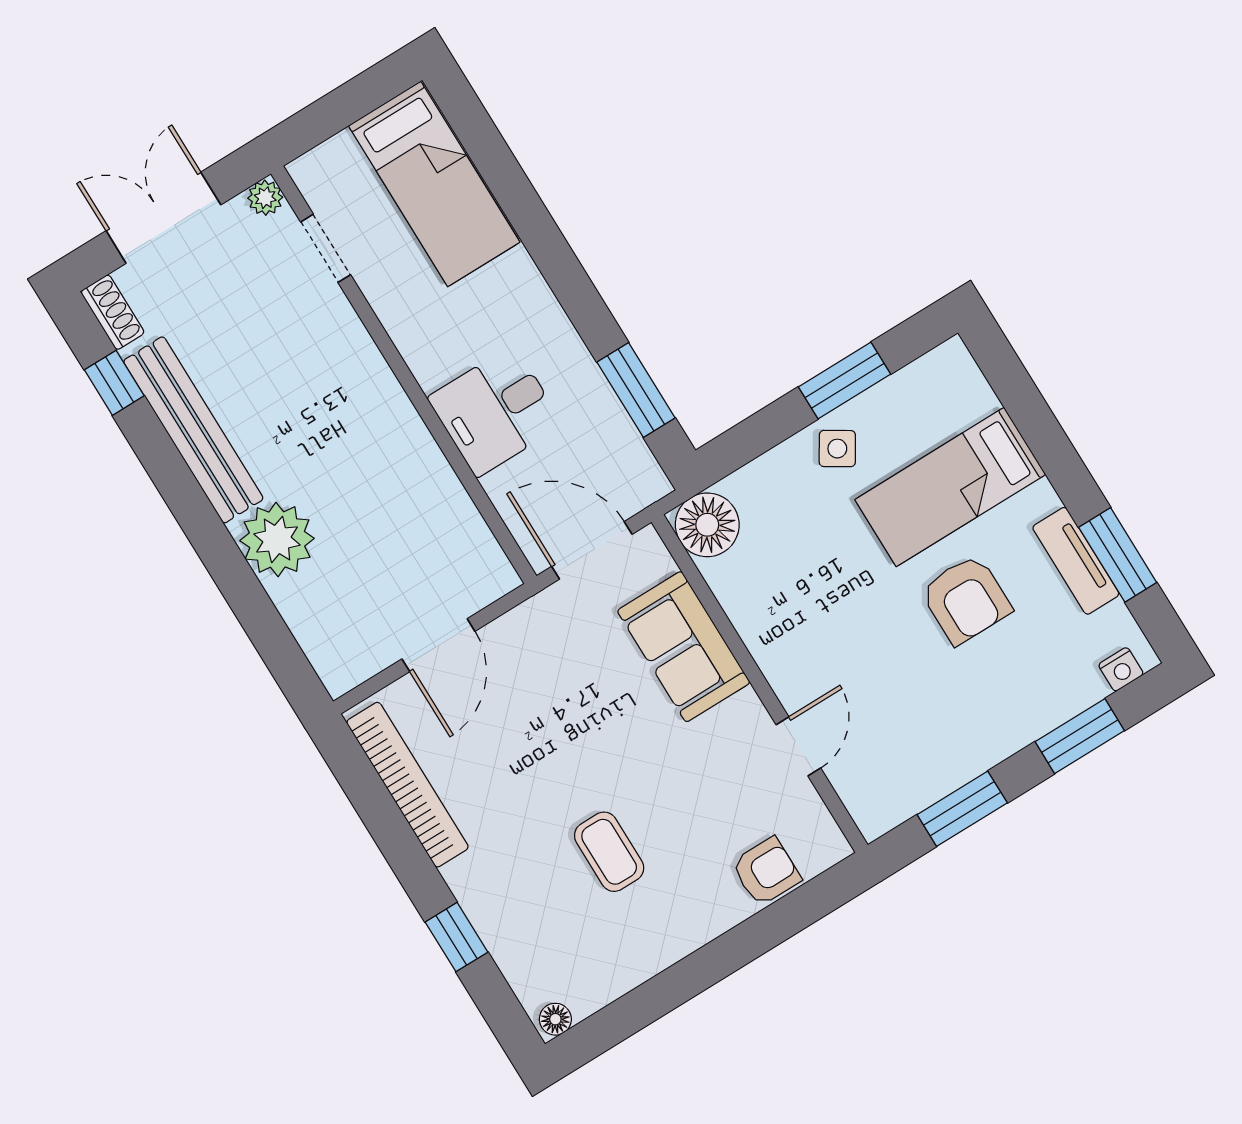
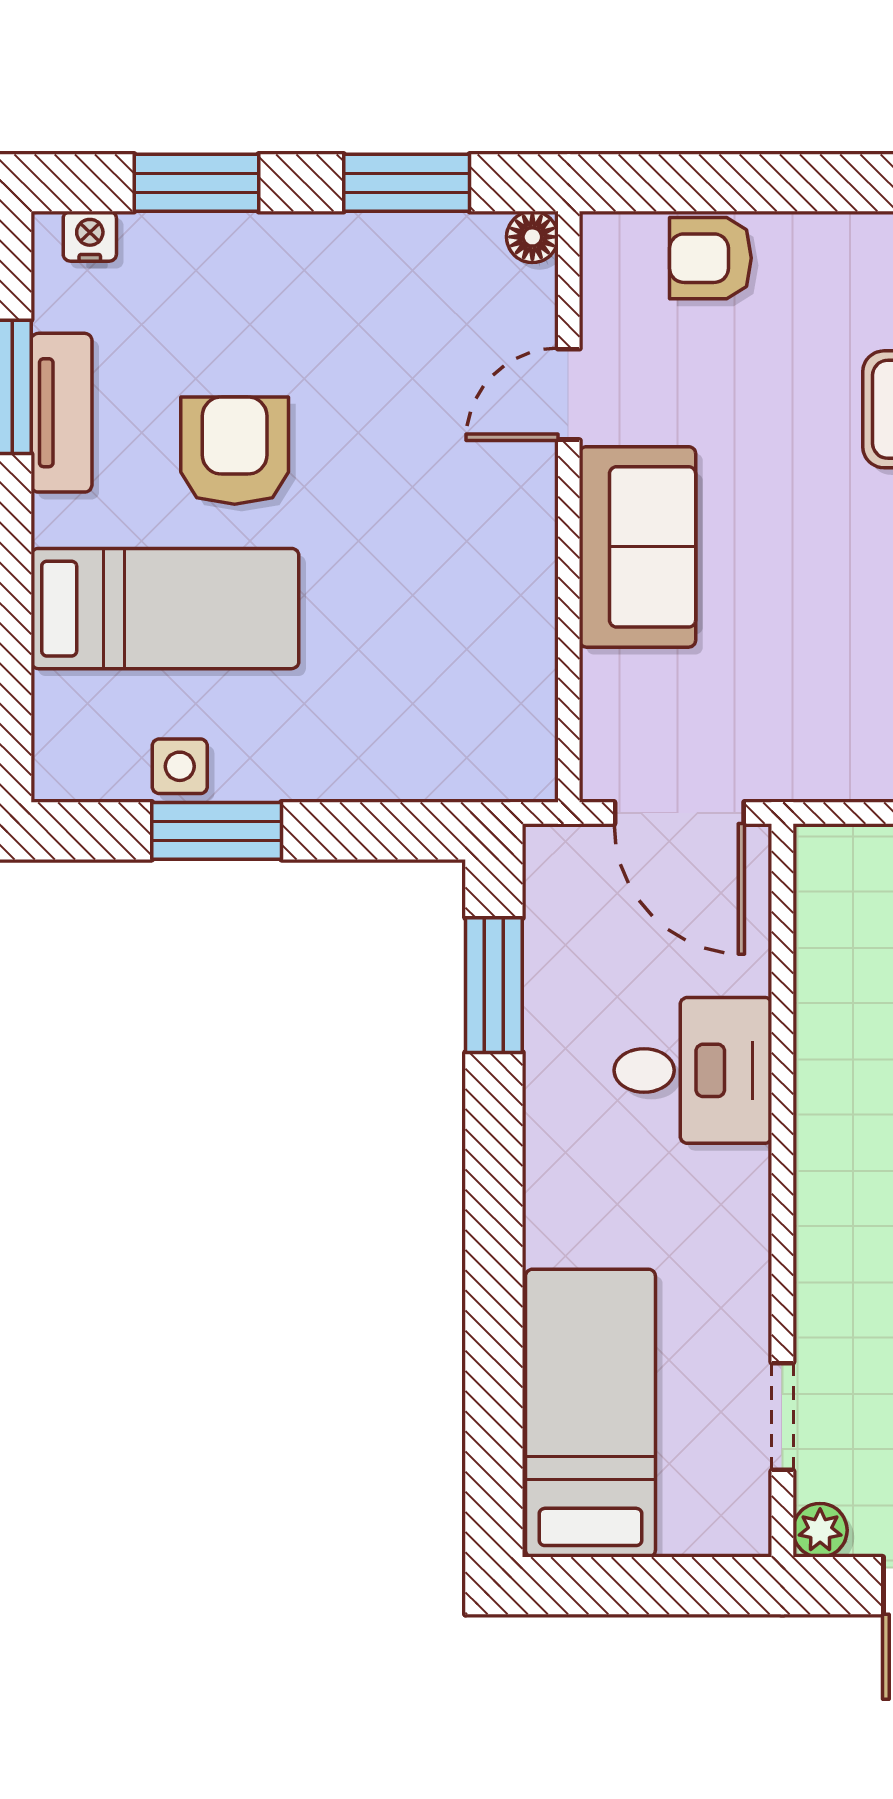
side table: (837, 449) -> (180, 766), moved, turned -32
floor lamp: (707, 525) -> (532, 237), moved, width x0.53, depth x0.53
sofa: (684, 647) -> (637, 547), moved

